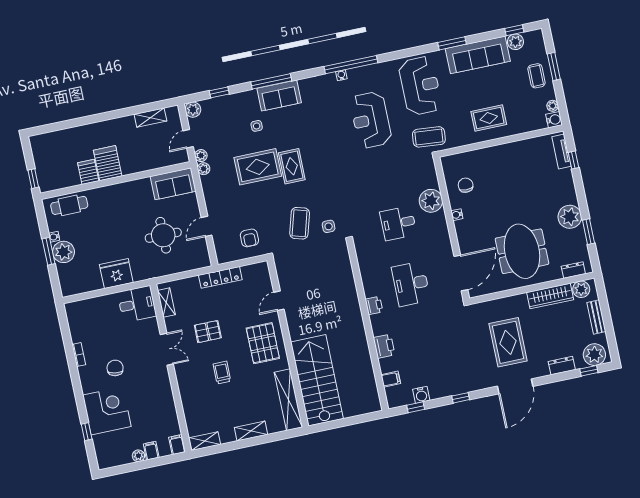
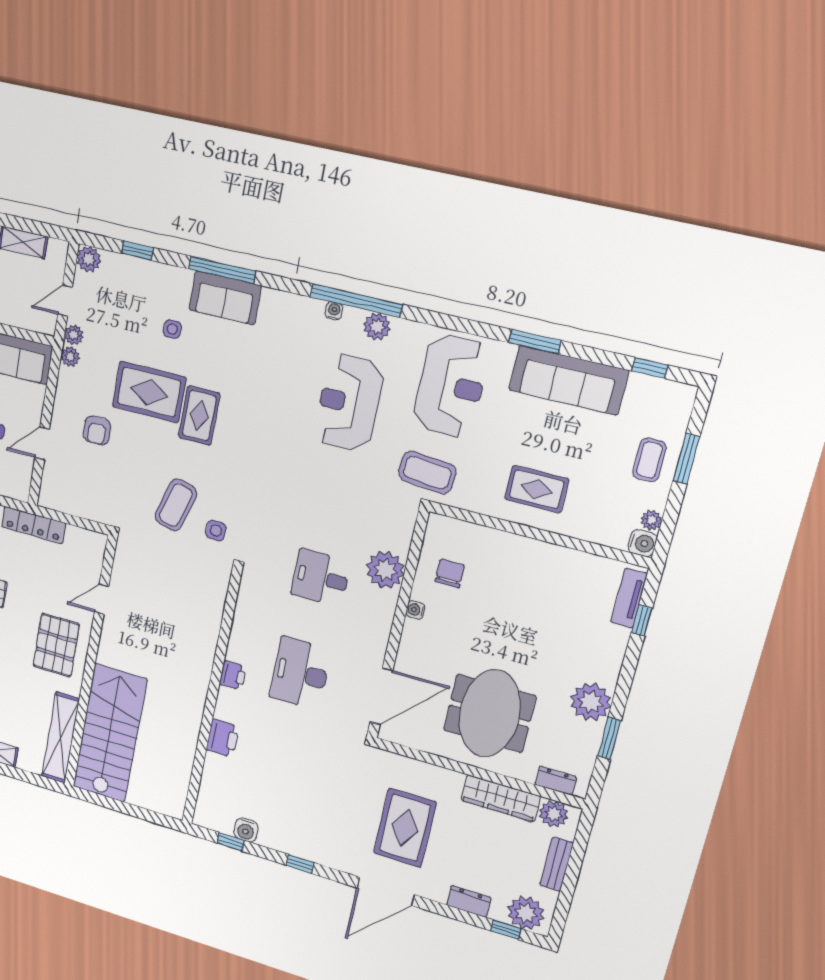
plant: (515, 42) -> (377, 326), moved
armchair: (249, 238) -> (97, 430), moved
filing cabinet: (391, 379) -> (212, 786), removed

